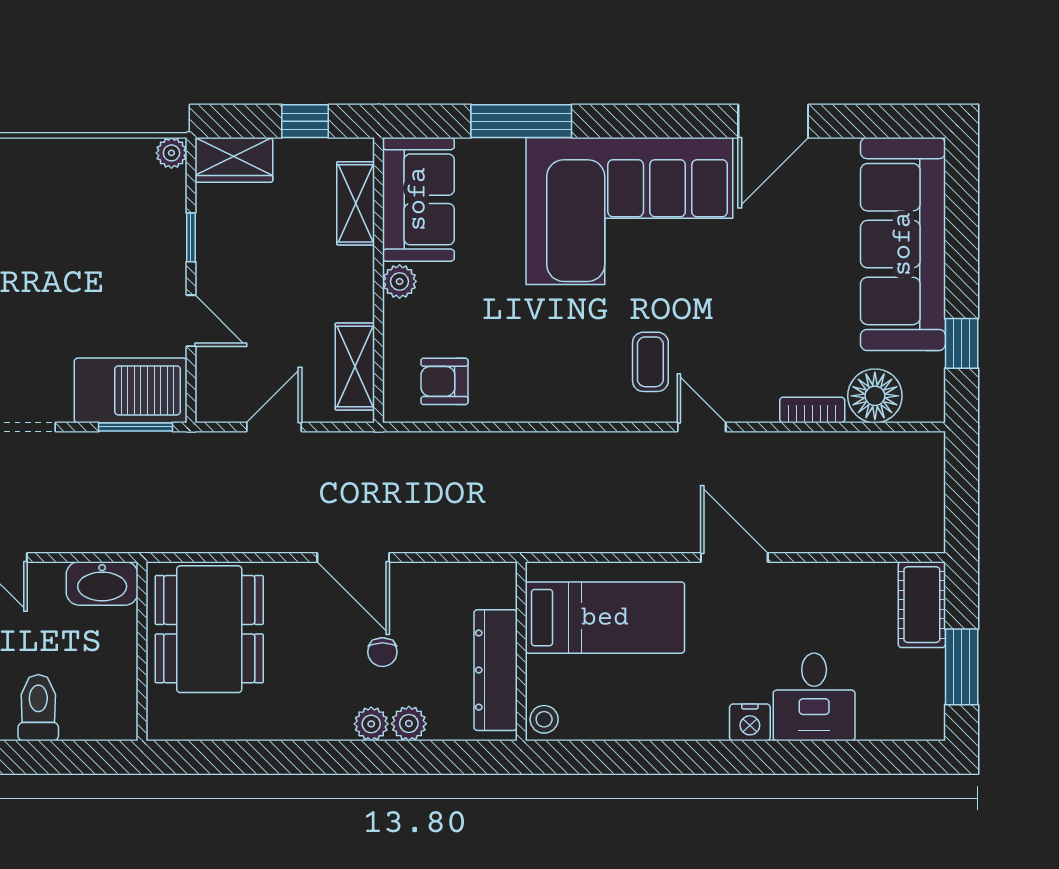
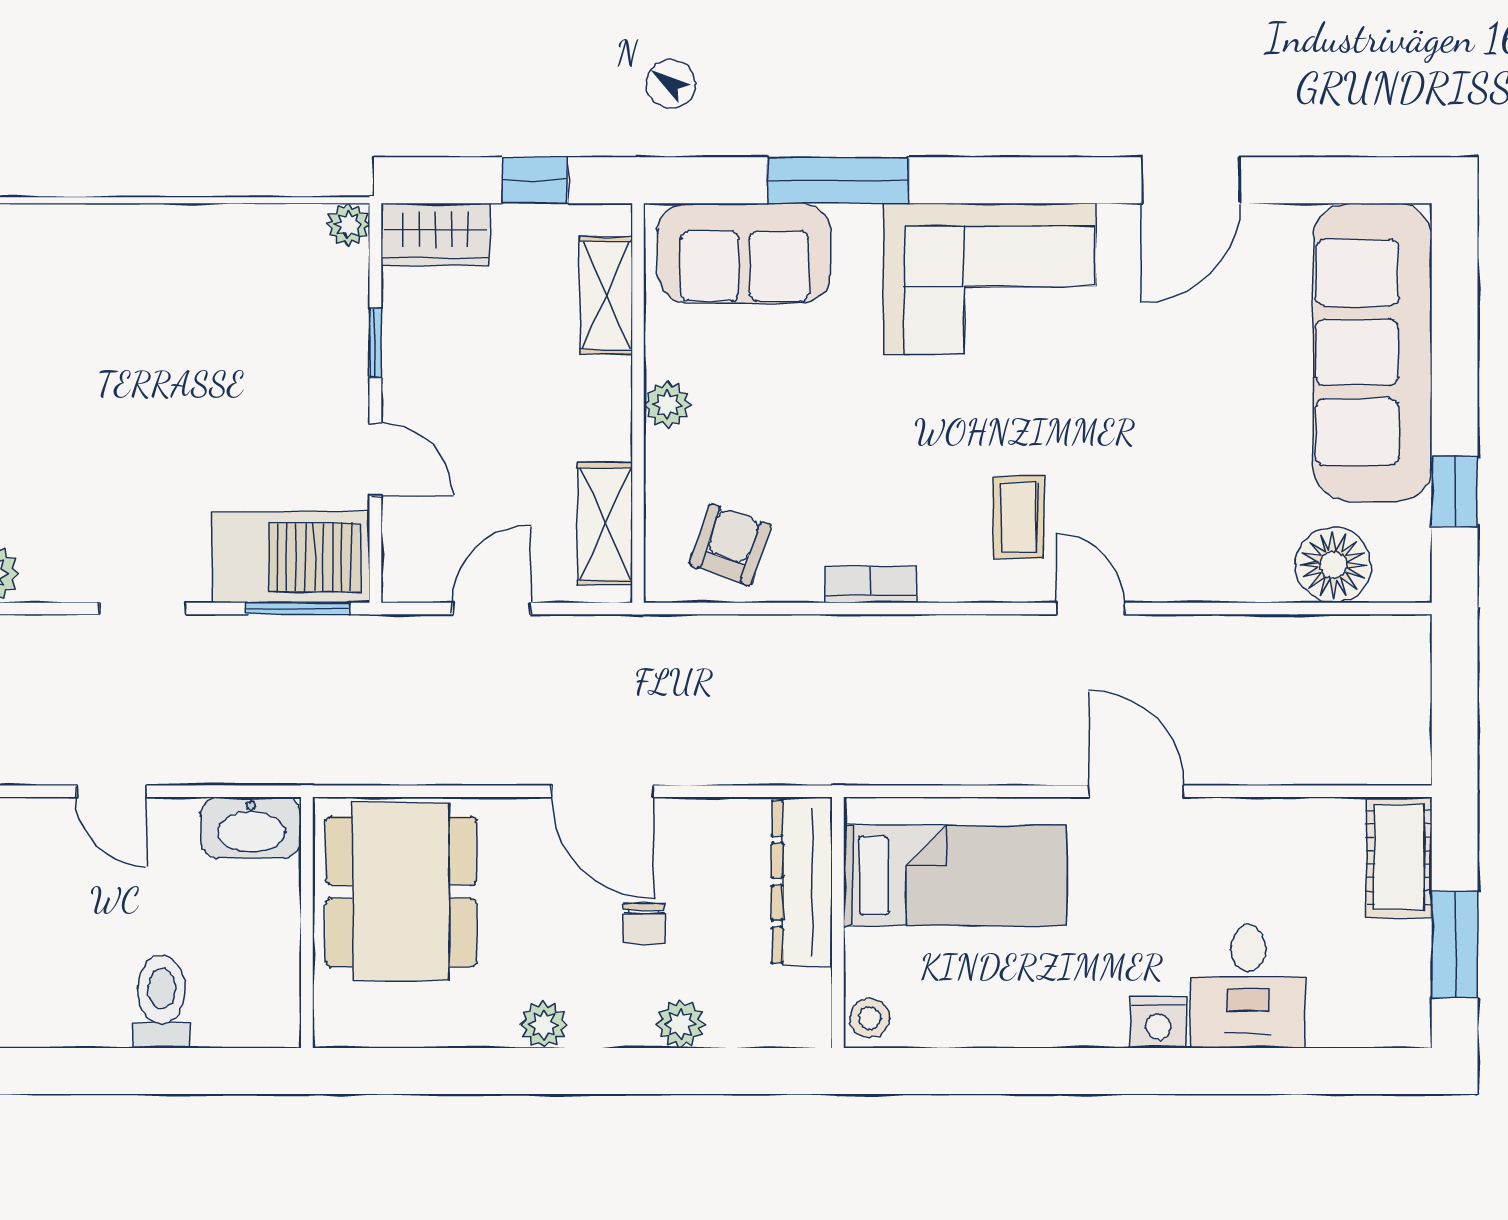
sofa: (418, 199) -> (744, 253), moved, turned 90
corner sofa: (629, 211) -> (989, 279), width x0.73, depth x0.74
armchair: (444, 381) -> (730, 545), turned 109
bookcase: (812, 410) -> (870, 585), moved
dresser: (496, 670) -> (802, 882), moved
plant: (371, 724) -> (544, 1024), moved

